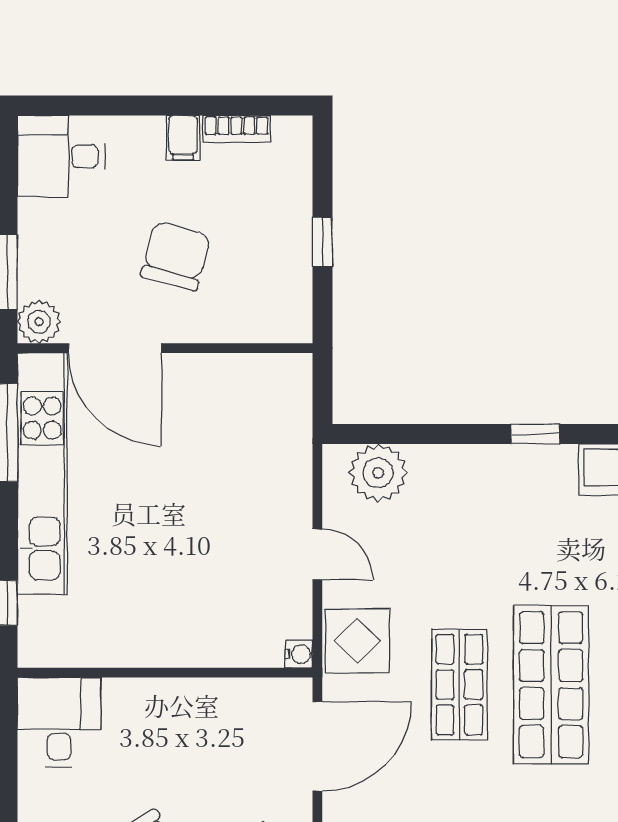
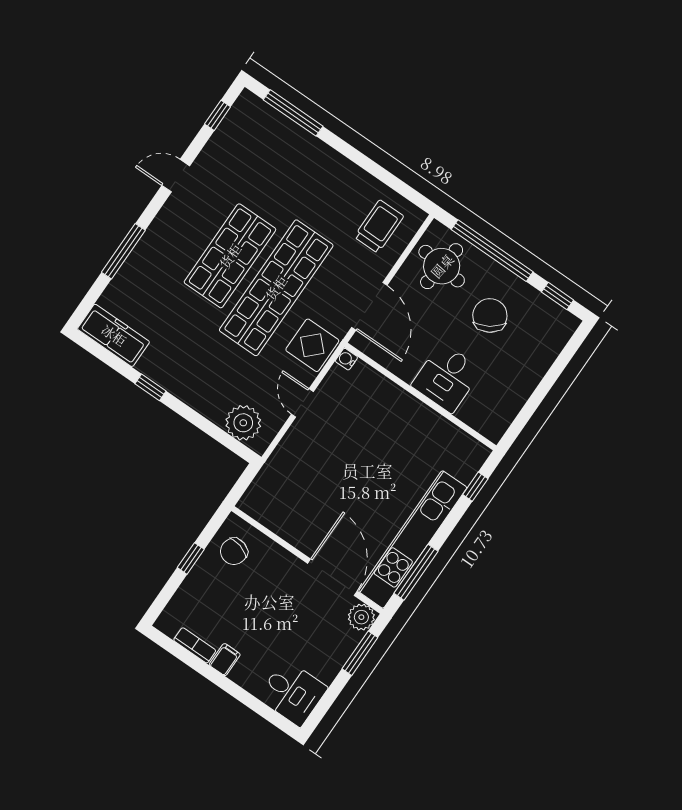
chair: (176, 256) -> (234, 551), moved, width x0.73, depth x0.73
shop shelf: (459, 685) -> (276, 288), width x2.00, depth x1.36
desk: (59, 722) -> (447, 378), moved
door: (317, 746) -> (369, 306), swing flipped

